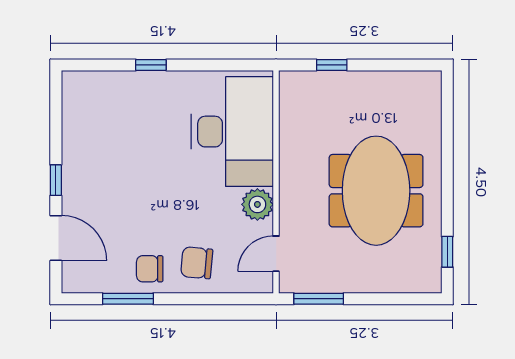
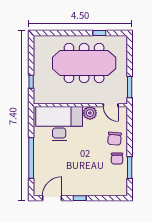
window: (151, 65) -> (31, 158), width x3.17
meeting table: (376, 191) -> (84, 63), width x1.36
door: (56, 238) -> (52, 198), moved
window: (447, 252) -> (99, 33), moved

